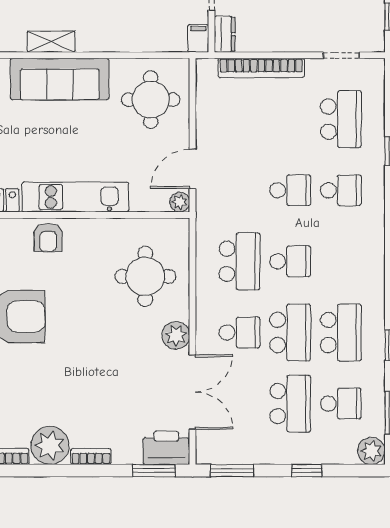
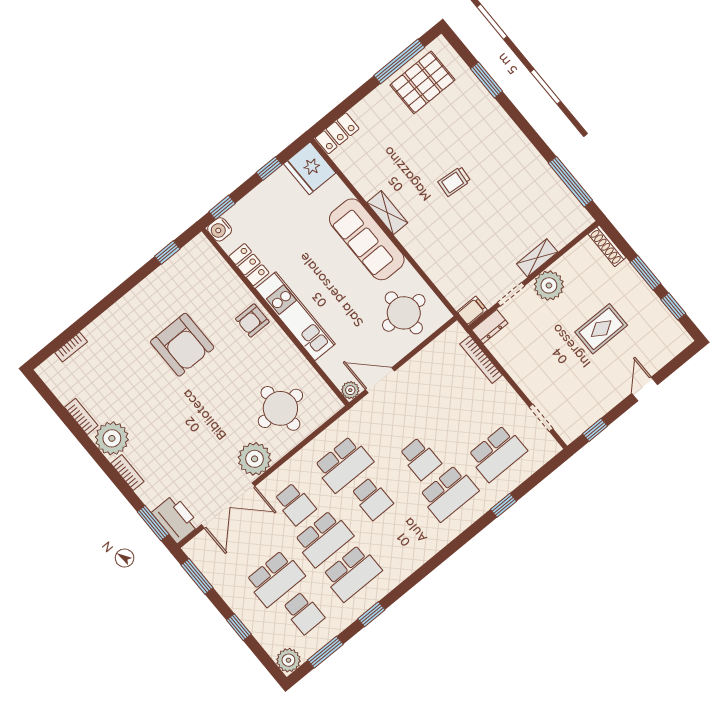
bookcase: (261, 68) -> (481, 360), width x0.68, depth x0.76
school desk: (341, 190) -> (449, 493), width x1.85
plant: (176, 335) -> (255, 459), width x1.36, depth x1.36

